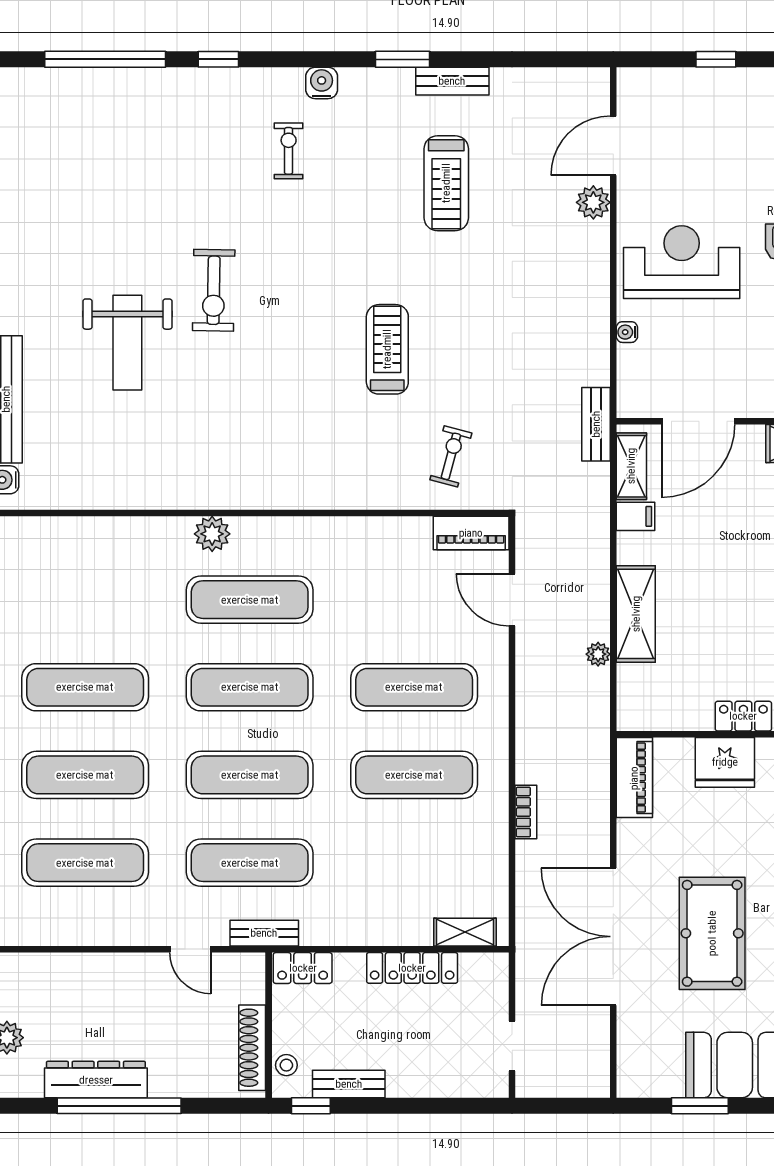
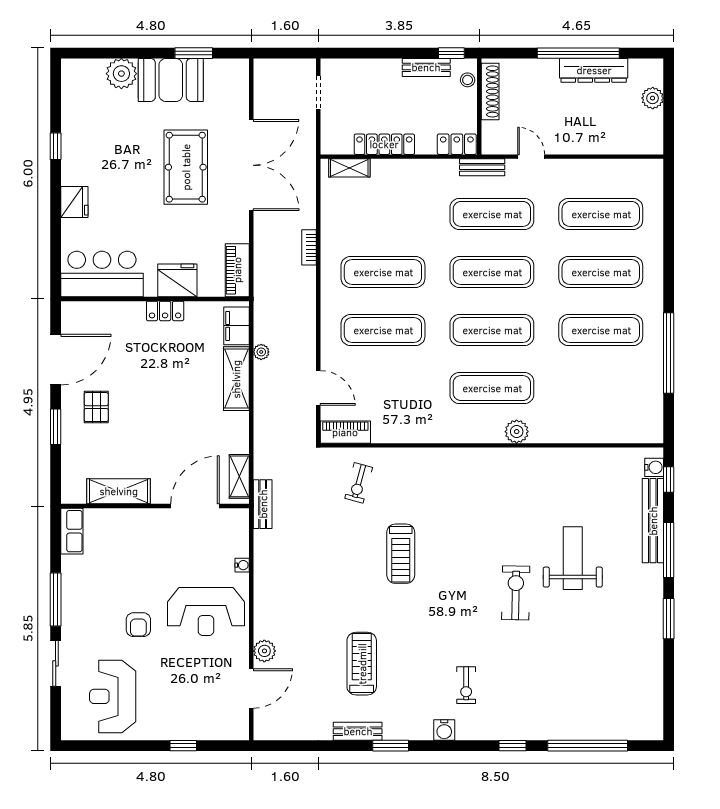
filing cabinet: (635, 516) -> (236, 326), moved, width x2.00

